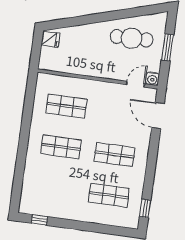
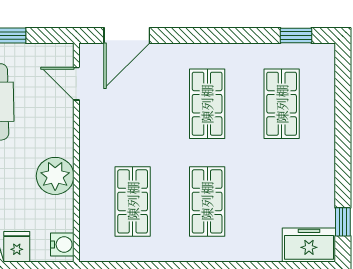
plant: (86, 66) -> (55, 176), added
water cooler: (152, 79) -> (62, 244), moved
freezer: (29, 199) -> (309, 245), added

